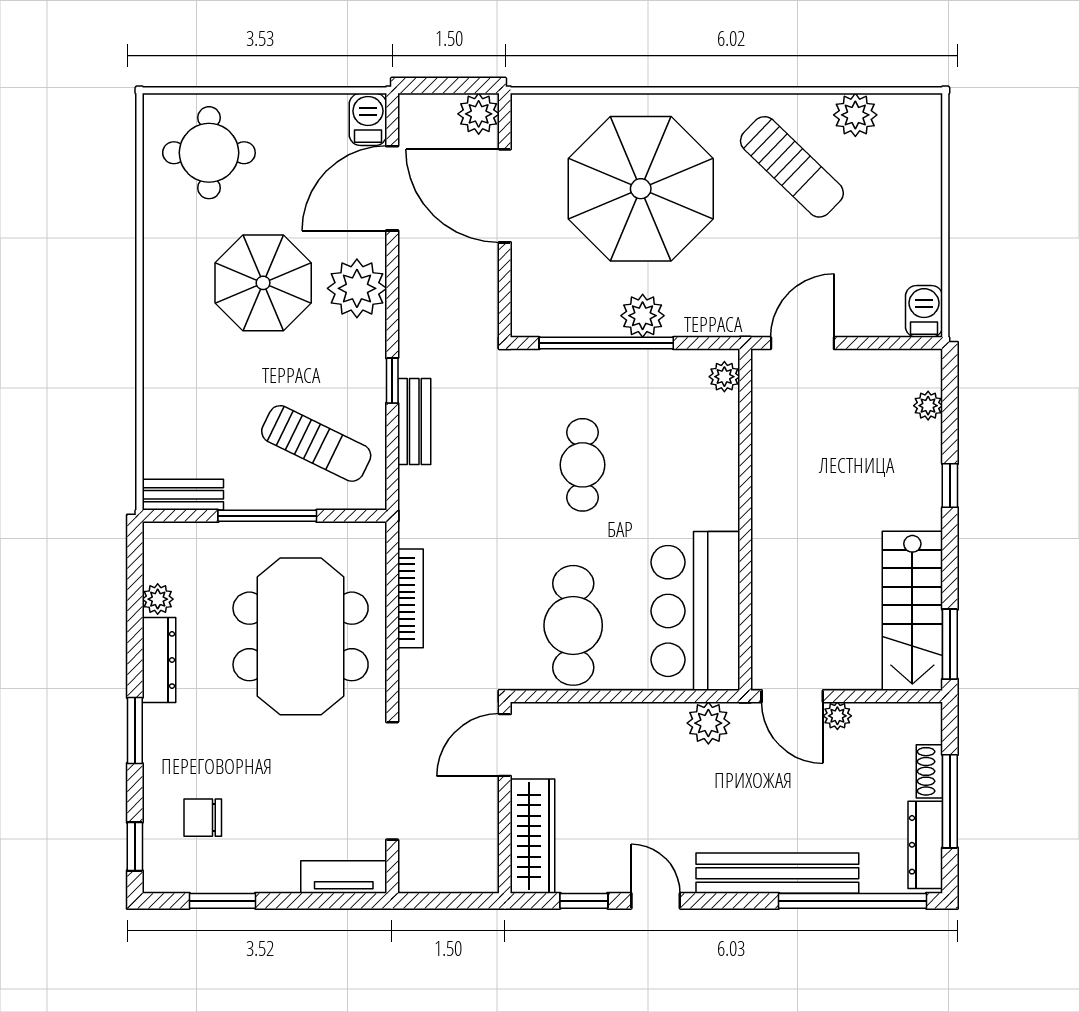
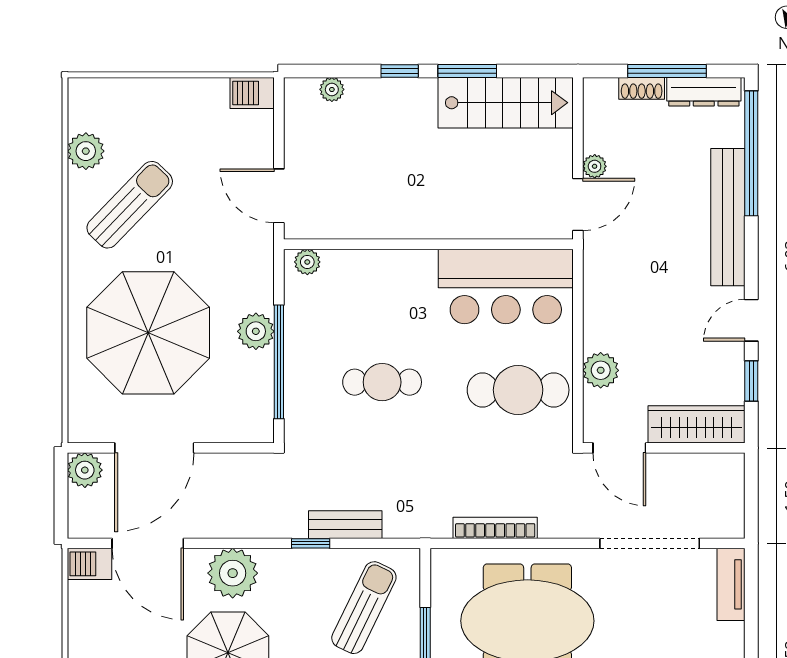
window: (950, 644) -> (467, 71), moved
plant: (708, 723) -> (601, 370), moved

